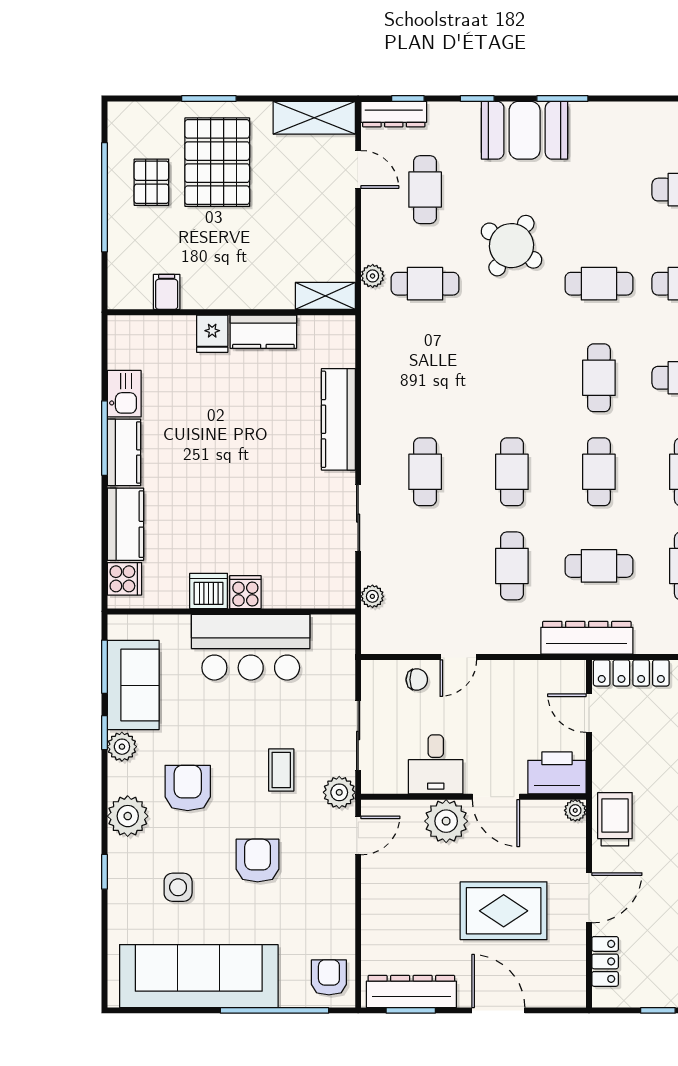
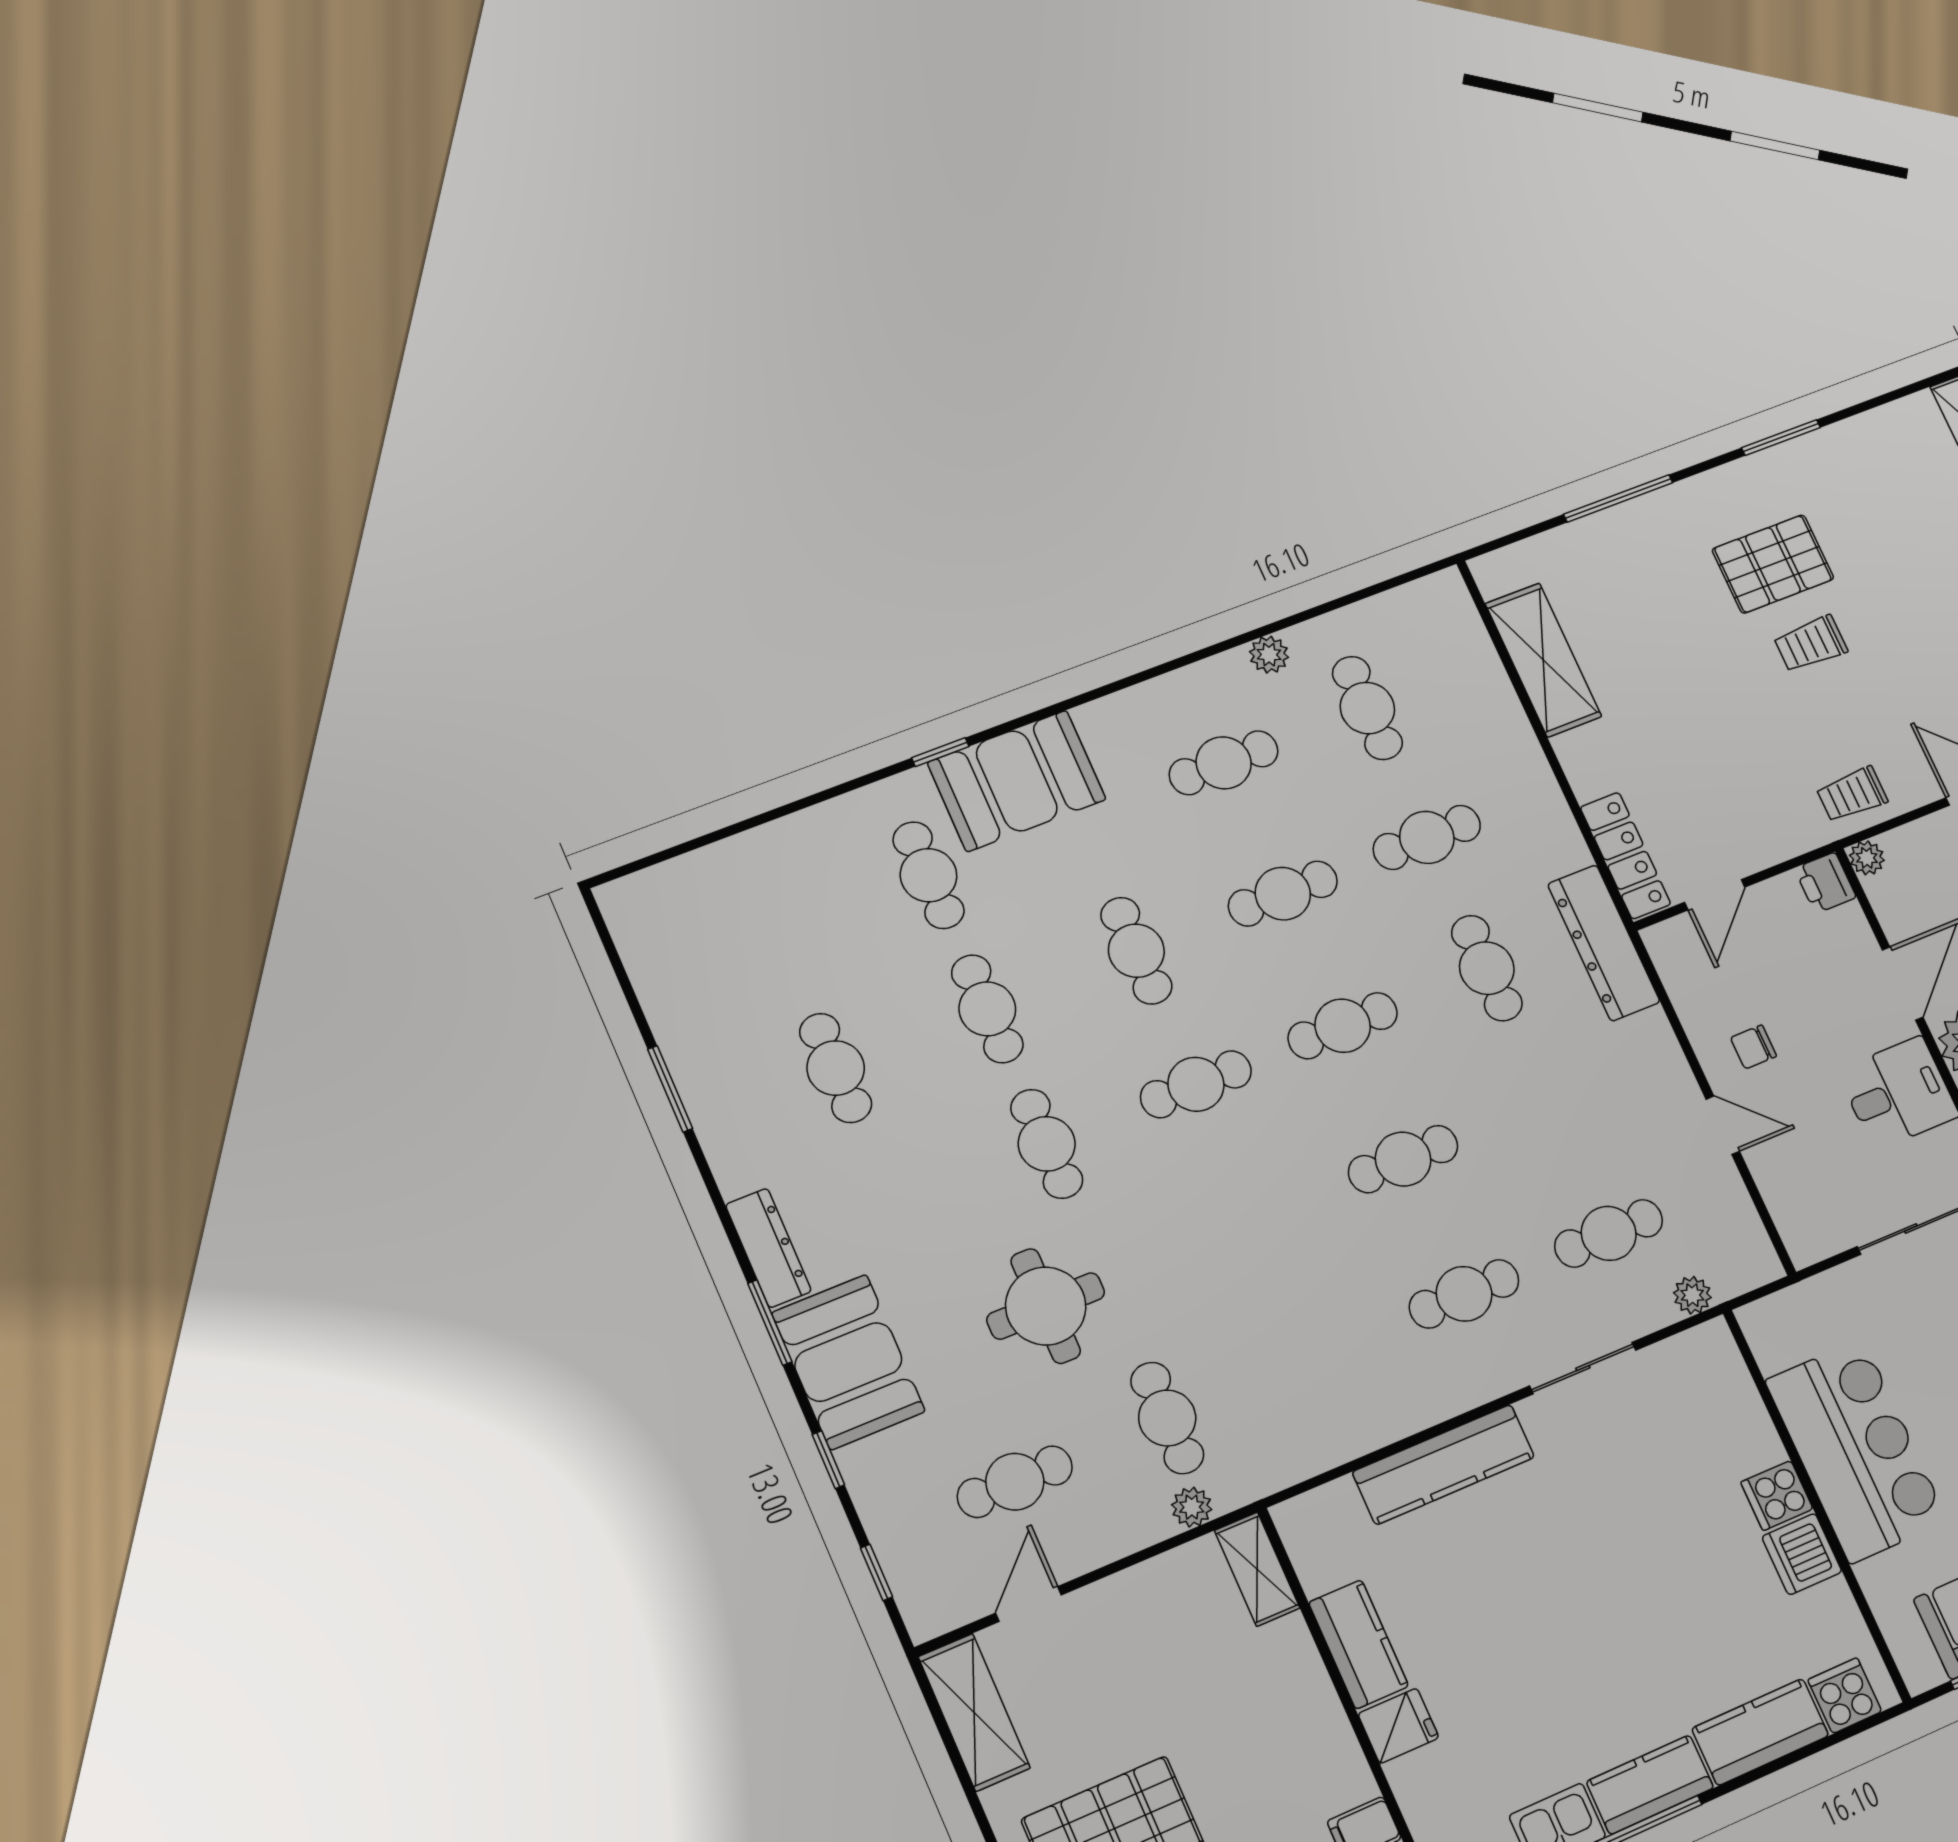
dresser: (394, 114) -> (768, 1248), moved
round table: (511, 246) -> (1046, 1306), turned -33
cafe table: (512, 566) -> (1609, 1233), moved
chair: (417, 680) -> (1753, 1047), moved, turned -90
printer: (557, 773) -> (1825, 883), width x0.53, depth x0.68
trolley: (615, 819) -> (1852, 794), width x0.73, depth x0.72

